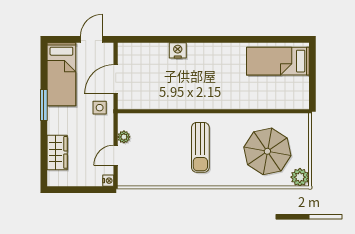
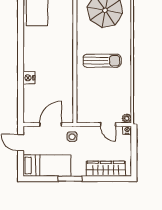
door: (116, 79) -> (51, 125), swing flipped
plant: (124, 137) -> (127, 118), moved
wardrobe: (57, 152) -> (106, 169), width x1.50

